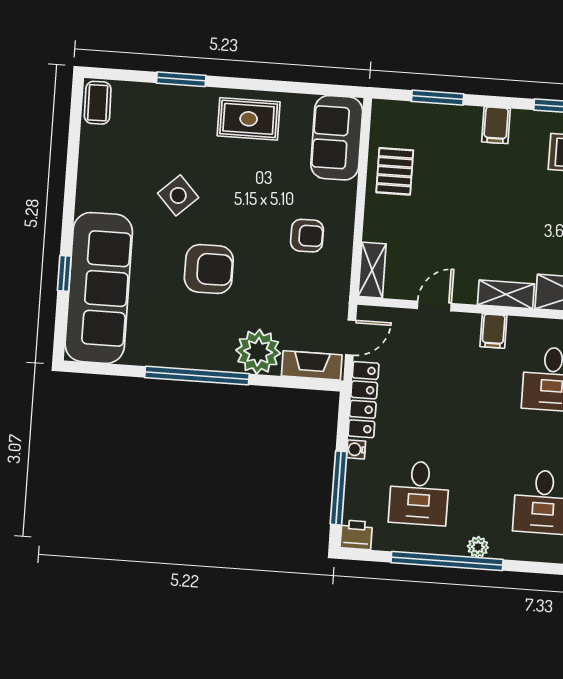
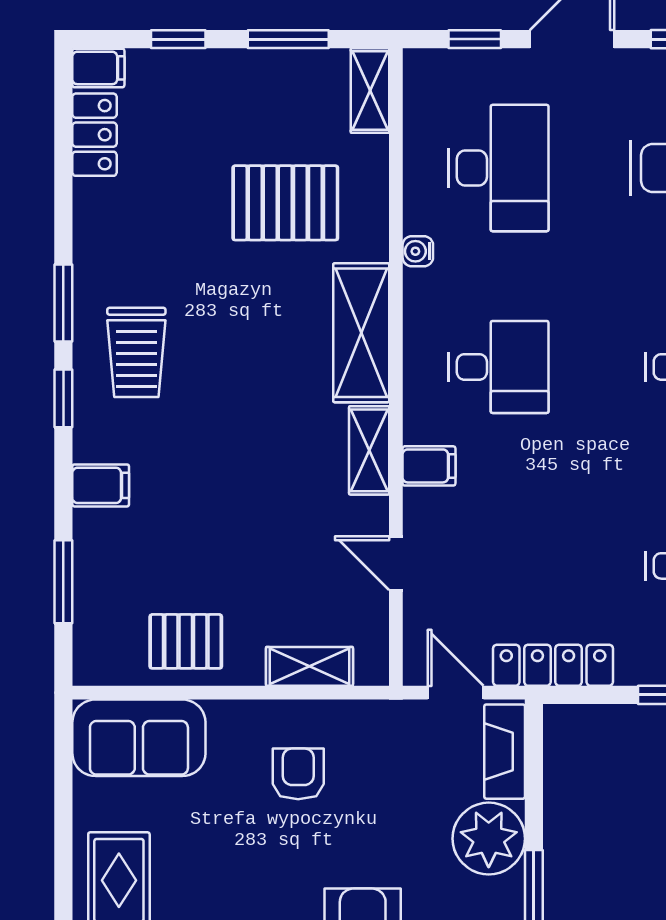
shelving: (372, 270) -> (309, 666), moved
water cooler: (356, 449) -> (633, 671), removed

